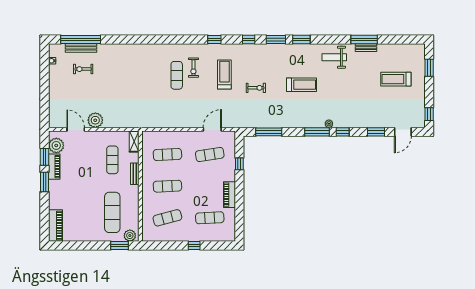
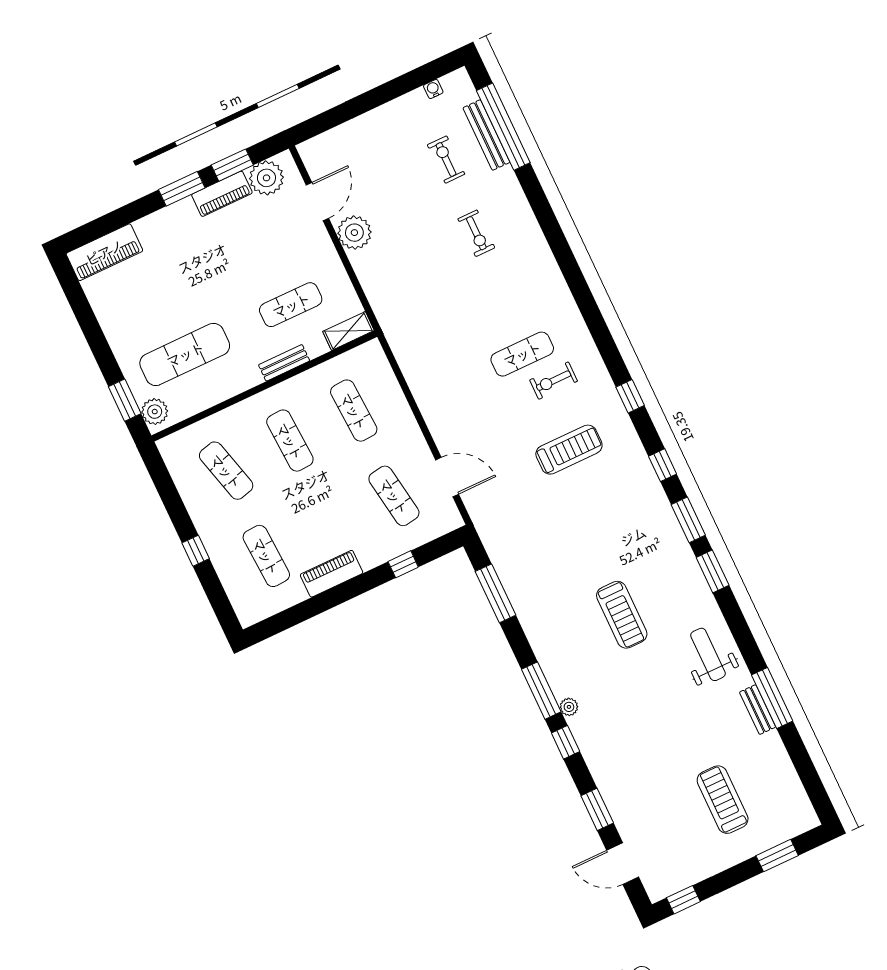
exercise bike: (256, 88) -> (476, 233), moved

